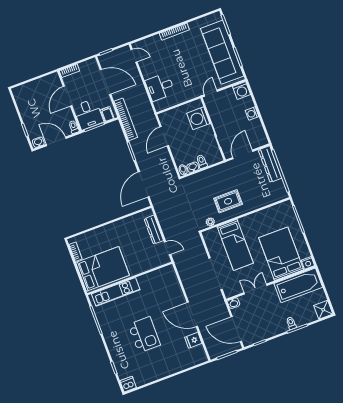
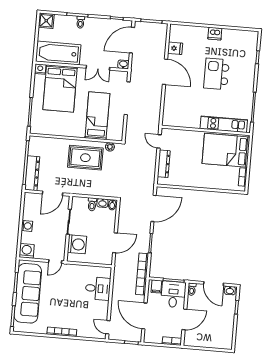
rug: (228, 201) -> (85, 158), width x1.36, depth x1.43
door: (236, 329) -> (132, 40), swing flipped
dishwasher: (128, 384) -> (215, 34), moved

